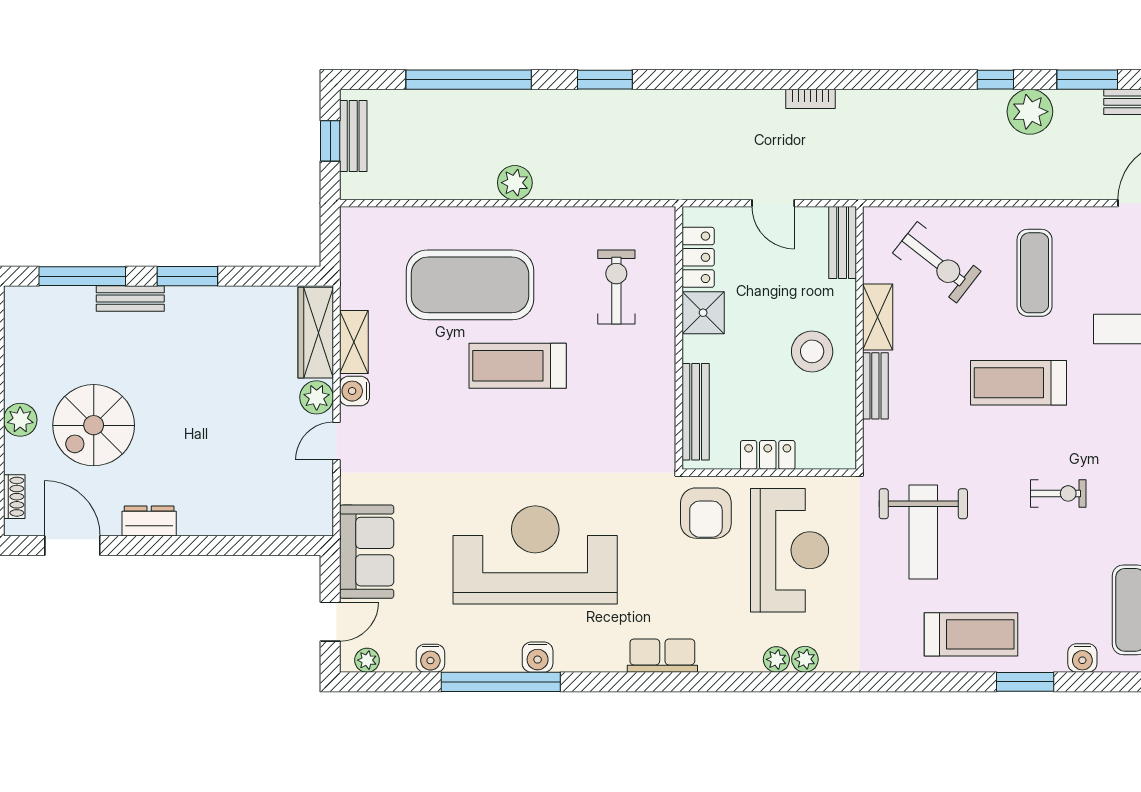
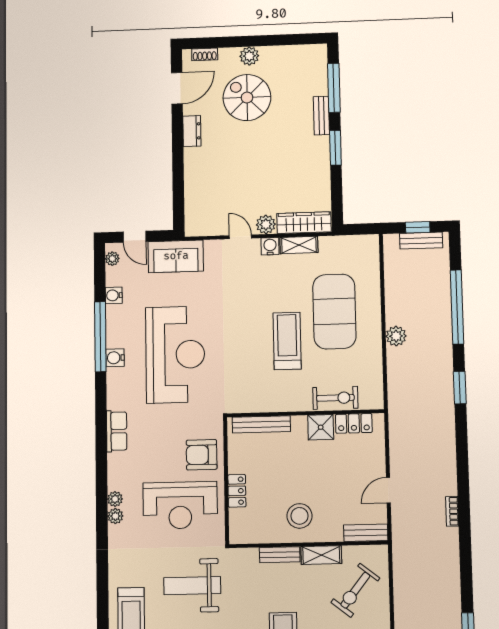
locker: (698, 257) -> (354, 423), moved
shower: (703, 313) -> (321, 427), moved
wall: (679, 338) -> (305, 413), moved
bench: (696, 412) -> (261, 424), moved

